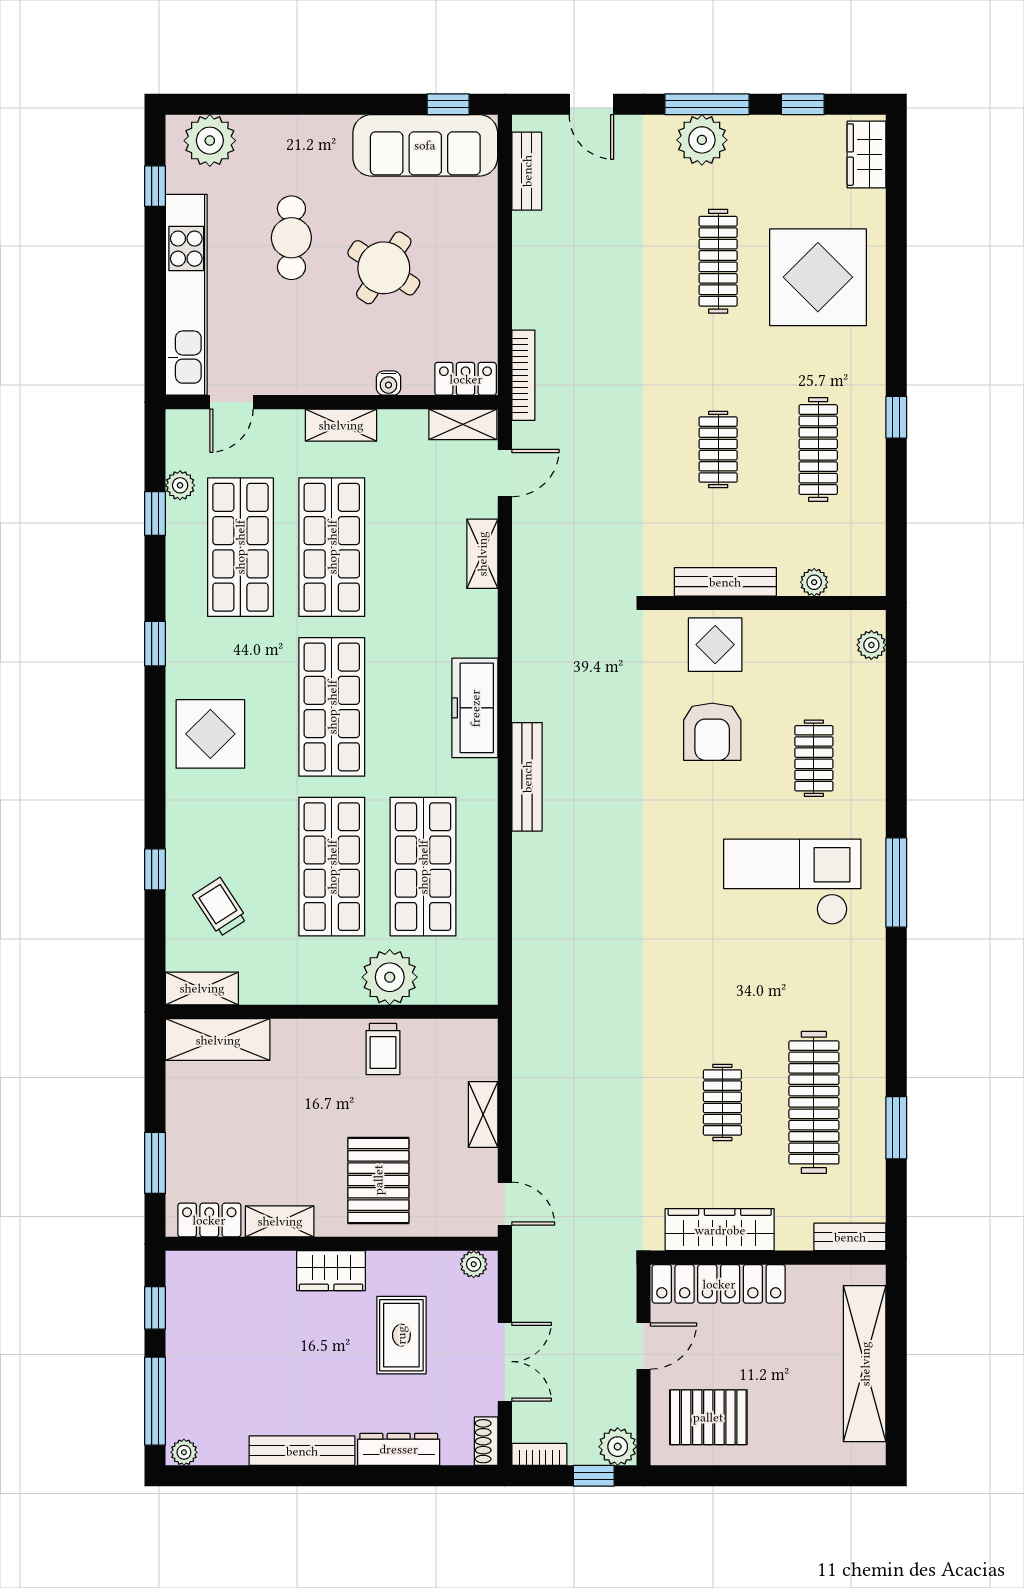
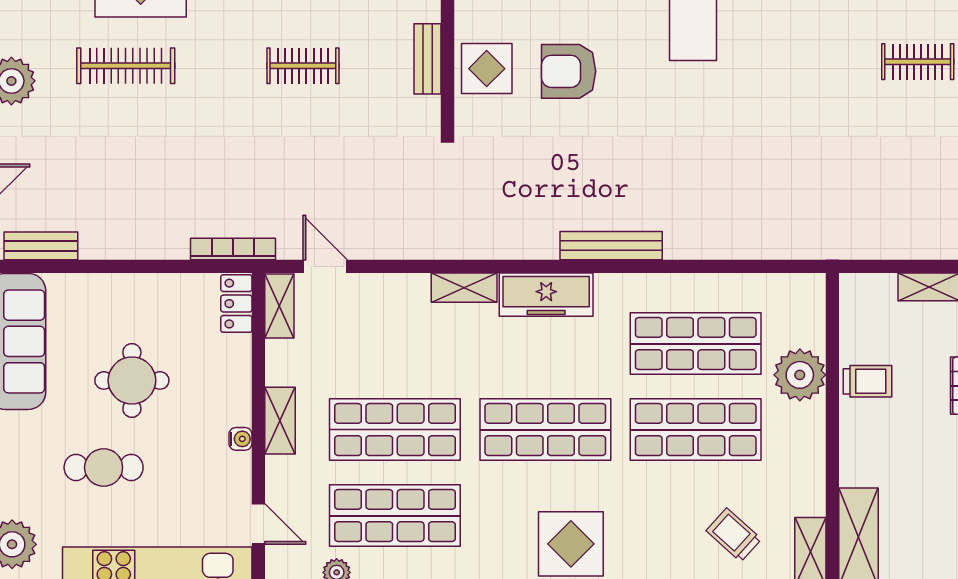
round table: (384, 268) -> (132, 380), turned -33
water cooler: (389, 383) -> (240, 439), moved
shelving: (482, 554) -> (464, 288), moved
bench: (725, 582) -> (428, 59), width x0.73
armchair: (712, 732) -> (569, 71), turned 180
trolley: (220, 907) -> (734, 535), turned 75

